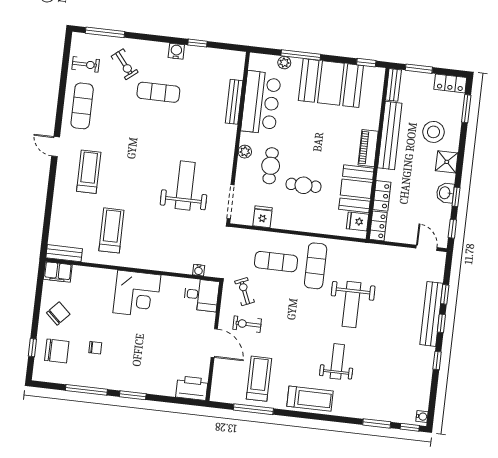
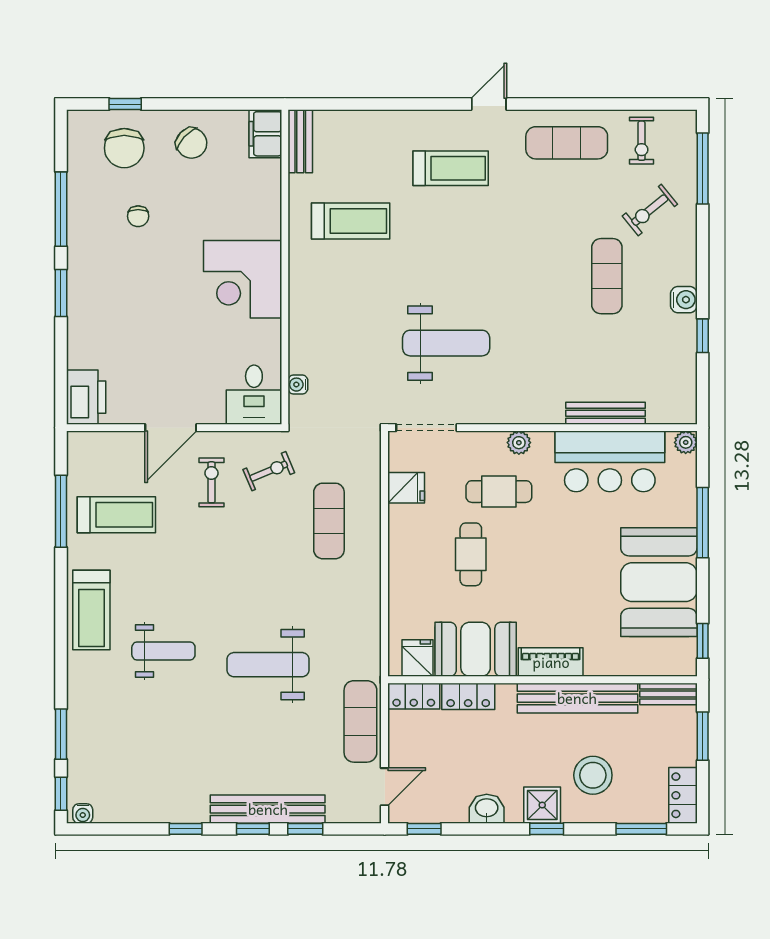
plant: (284, 63) -> (686, 442), moved
window: (456, 197) -> (547, 829), moved
exercise mat: (316, 266) -> (360, 721), moved, turned 90

